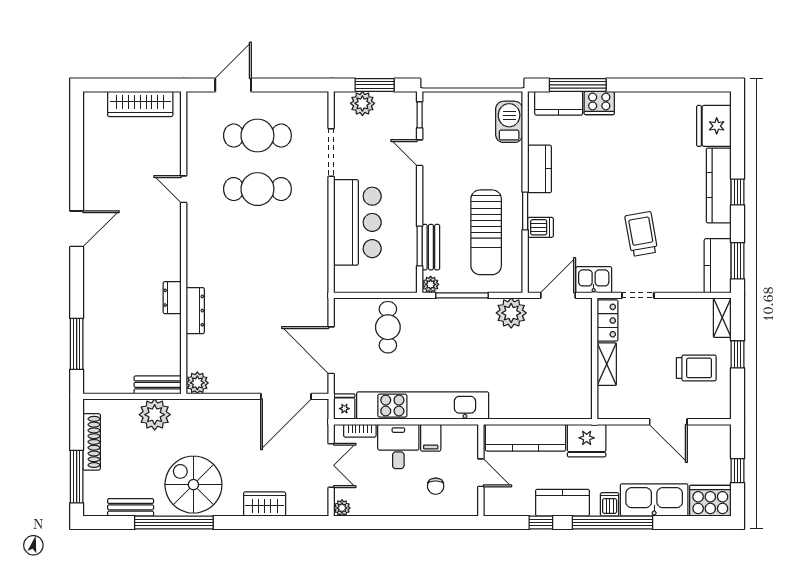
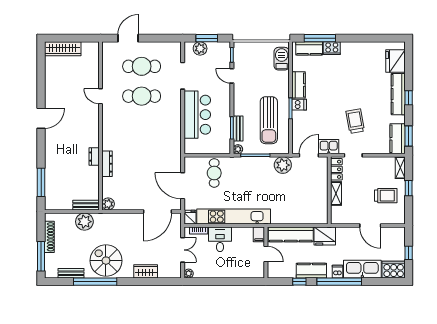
wardrobe: (140, 104) -> (63, 49), moved
dishwasher: (540, 227) -> (299, 105), moved
filing cabinet: (431, 438) -> (259, 234), moved
chair: (436, 486) -> (241, 261), removed

